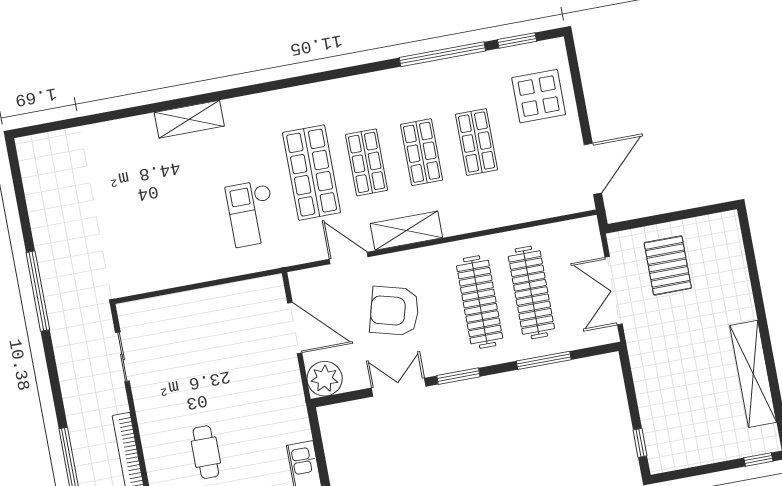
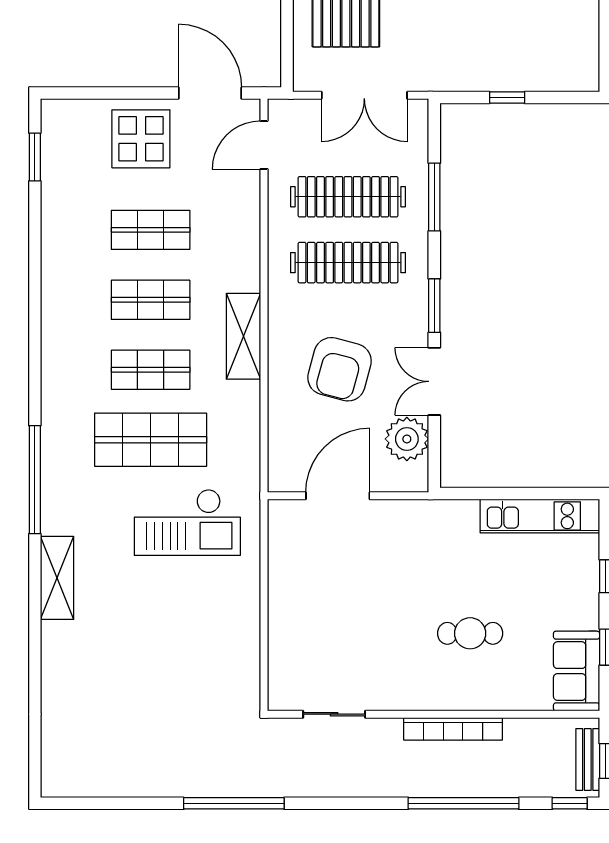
window: (442, 54) -> (35, 480), moved
display table: (539, 96) -> (141, 139), moved
checkout: (252, 214) -> (187, 522), width x1.36, depth x1.21
door: (349, 258) -> (264, 145), moved
plant: (325, 379) -> (407, 439), moved
window: (640, 443) -> (507, 97), moved

